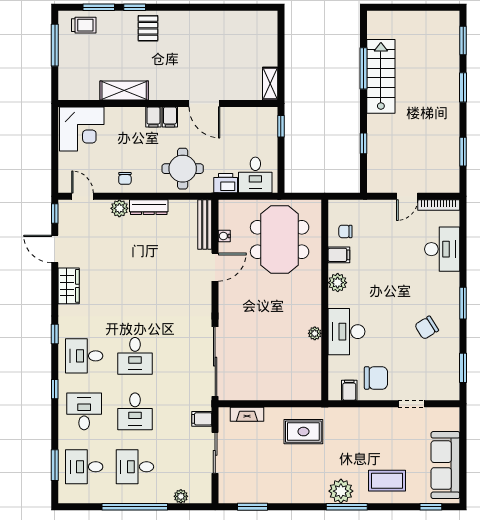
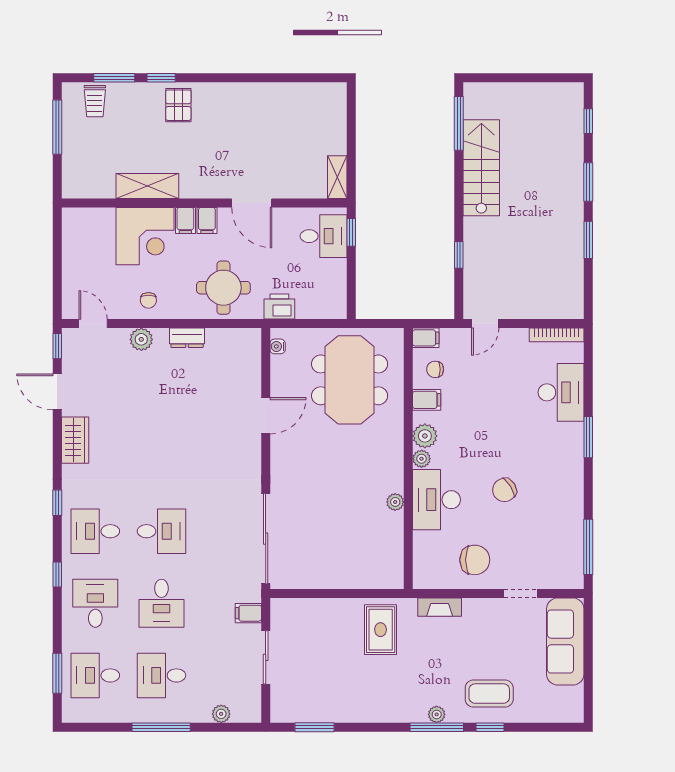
trolley: (84, 25) -> (95, 101), turned 90
window: (463, 41) -> (588, 121), width x0.67
window: (364, 68) -> (459, 123), moved
corner desk: (82, 129) -> (145, 236), moved
window: (463, 152) -> (588, 240), moved
desk: (255, 175) -> (324, 236), moved, turned -90
door: (407, 196) -> (485, 324), moved
dresser: (149, 207) -> (187, 338), width x0.70
bench: (205, 225) -> (252, 360), removed
water cooler: (224, 236) -> (278, 346), moved
plant: (335, 300) -> (422, 459), added
window: (463, 303) -> (588, 437), moved
chair: (427, 328) -> (504, 490), moved
desk: (135, 356) -> (161, 531), turned -90
window: (463, 368) -> (588, 547), width x1.44
filing cabinet: (349, 390) -> (426, 338), moved, turned 90
fireplace: (247, 414) -> (440, 607), moved
rug: (303, 432) -> (381, 630), turned 90
sofa: (445, 465) -> (565, 641), moved
plant: (341, 491) -> (437, 714), width x0.53, depth x0.53
window: (135, 507) -> (161, 727), width x0.68
window: (431, 507) -> (490, 727), moved

